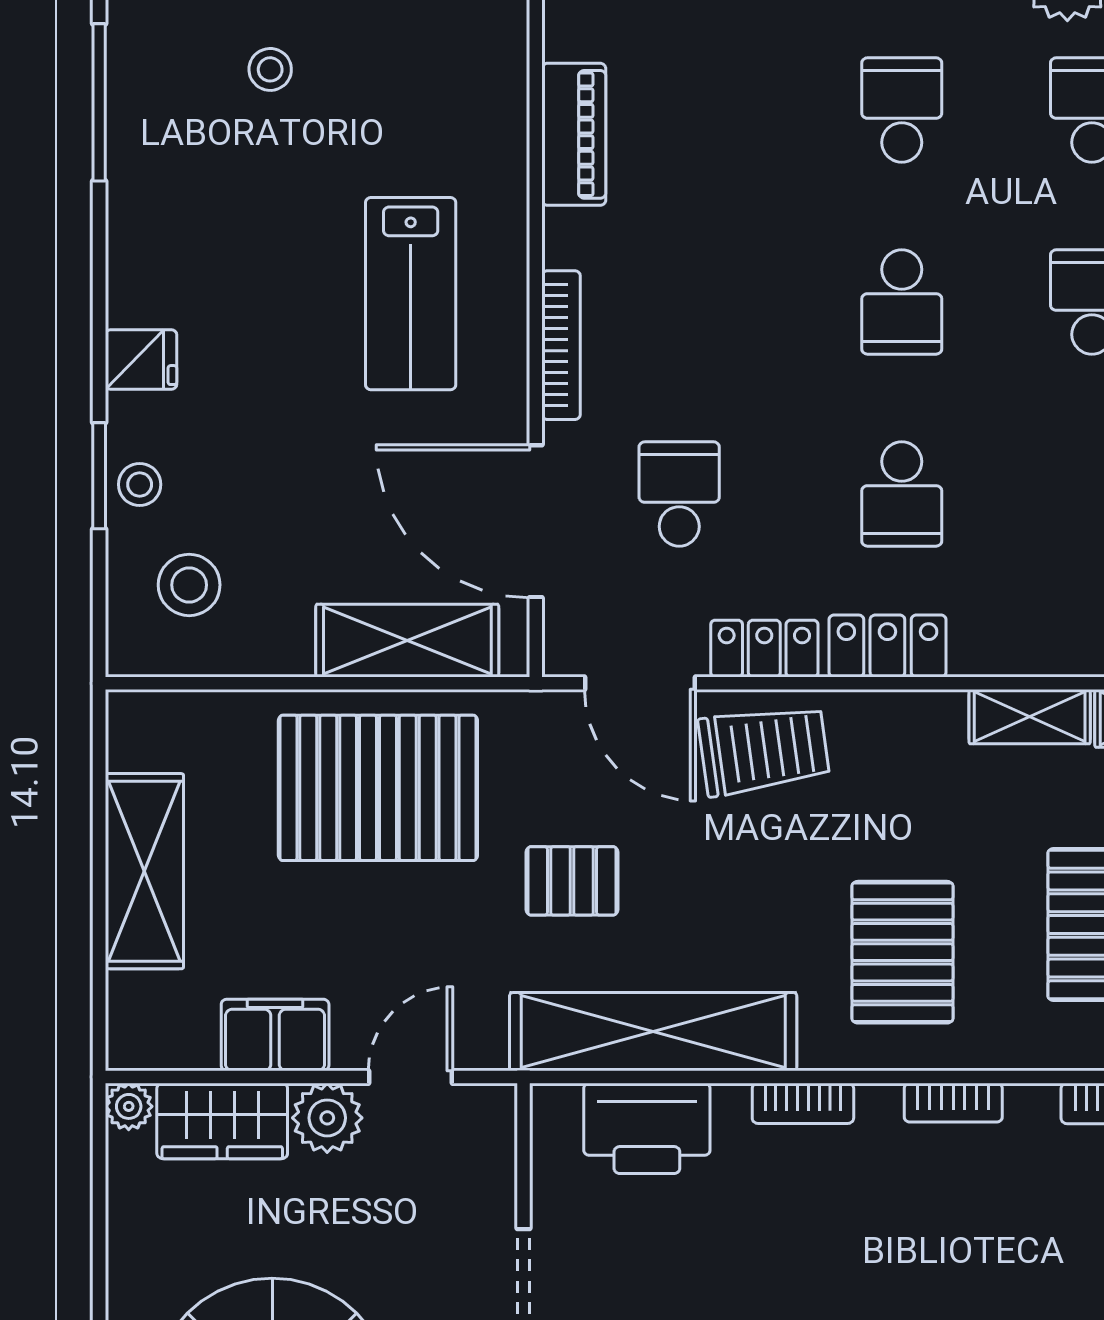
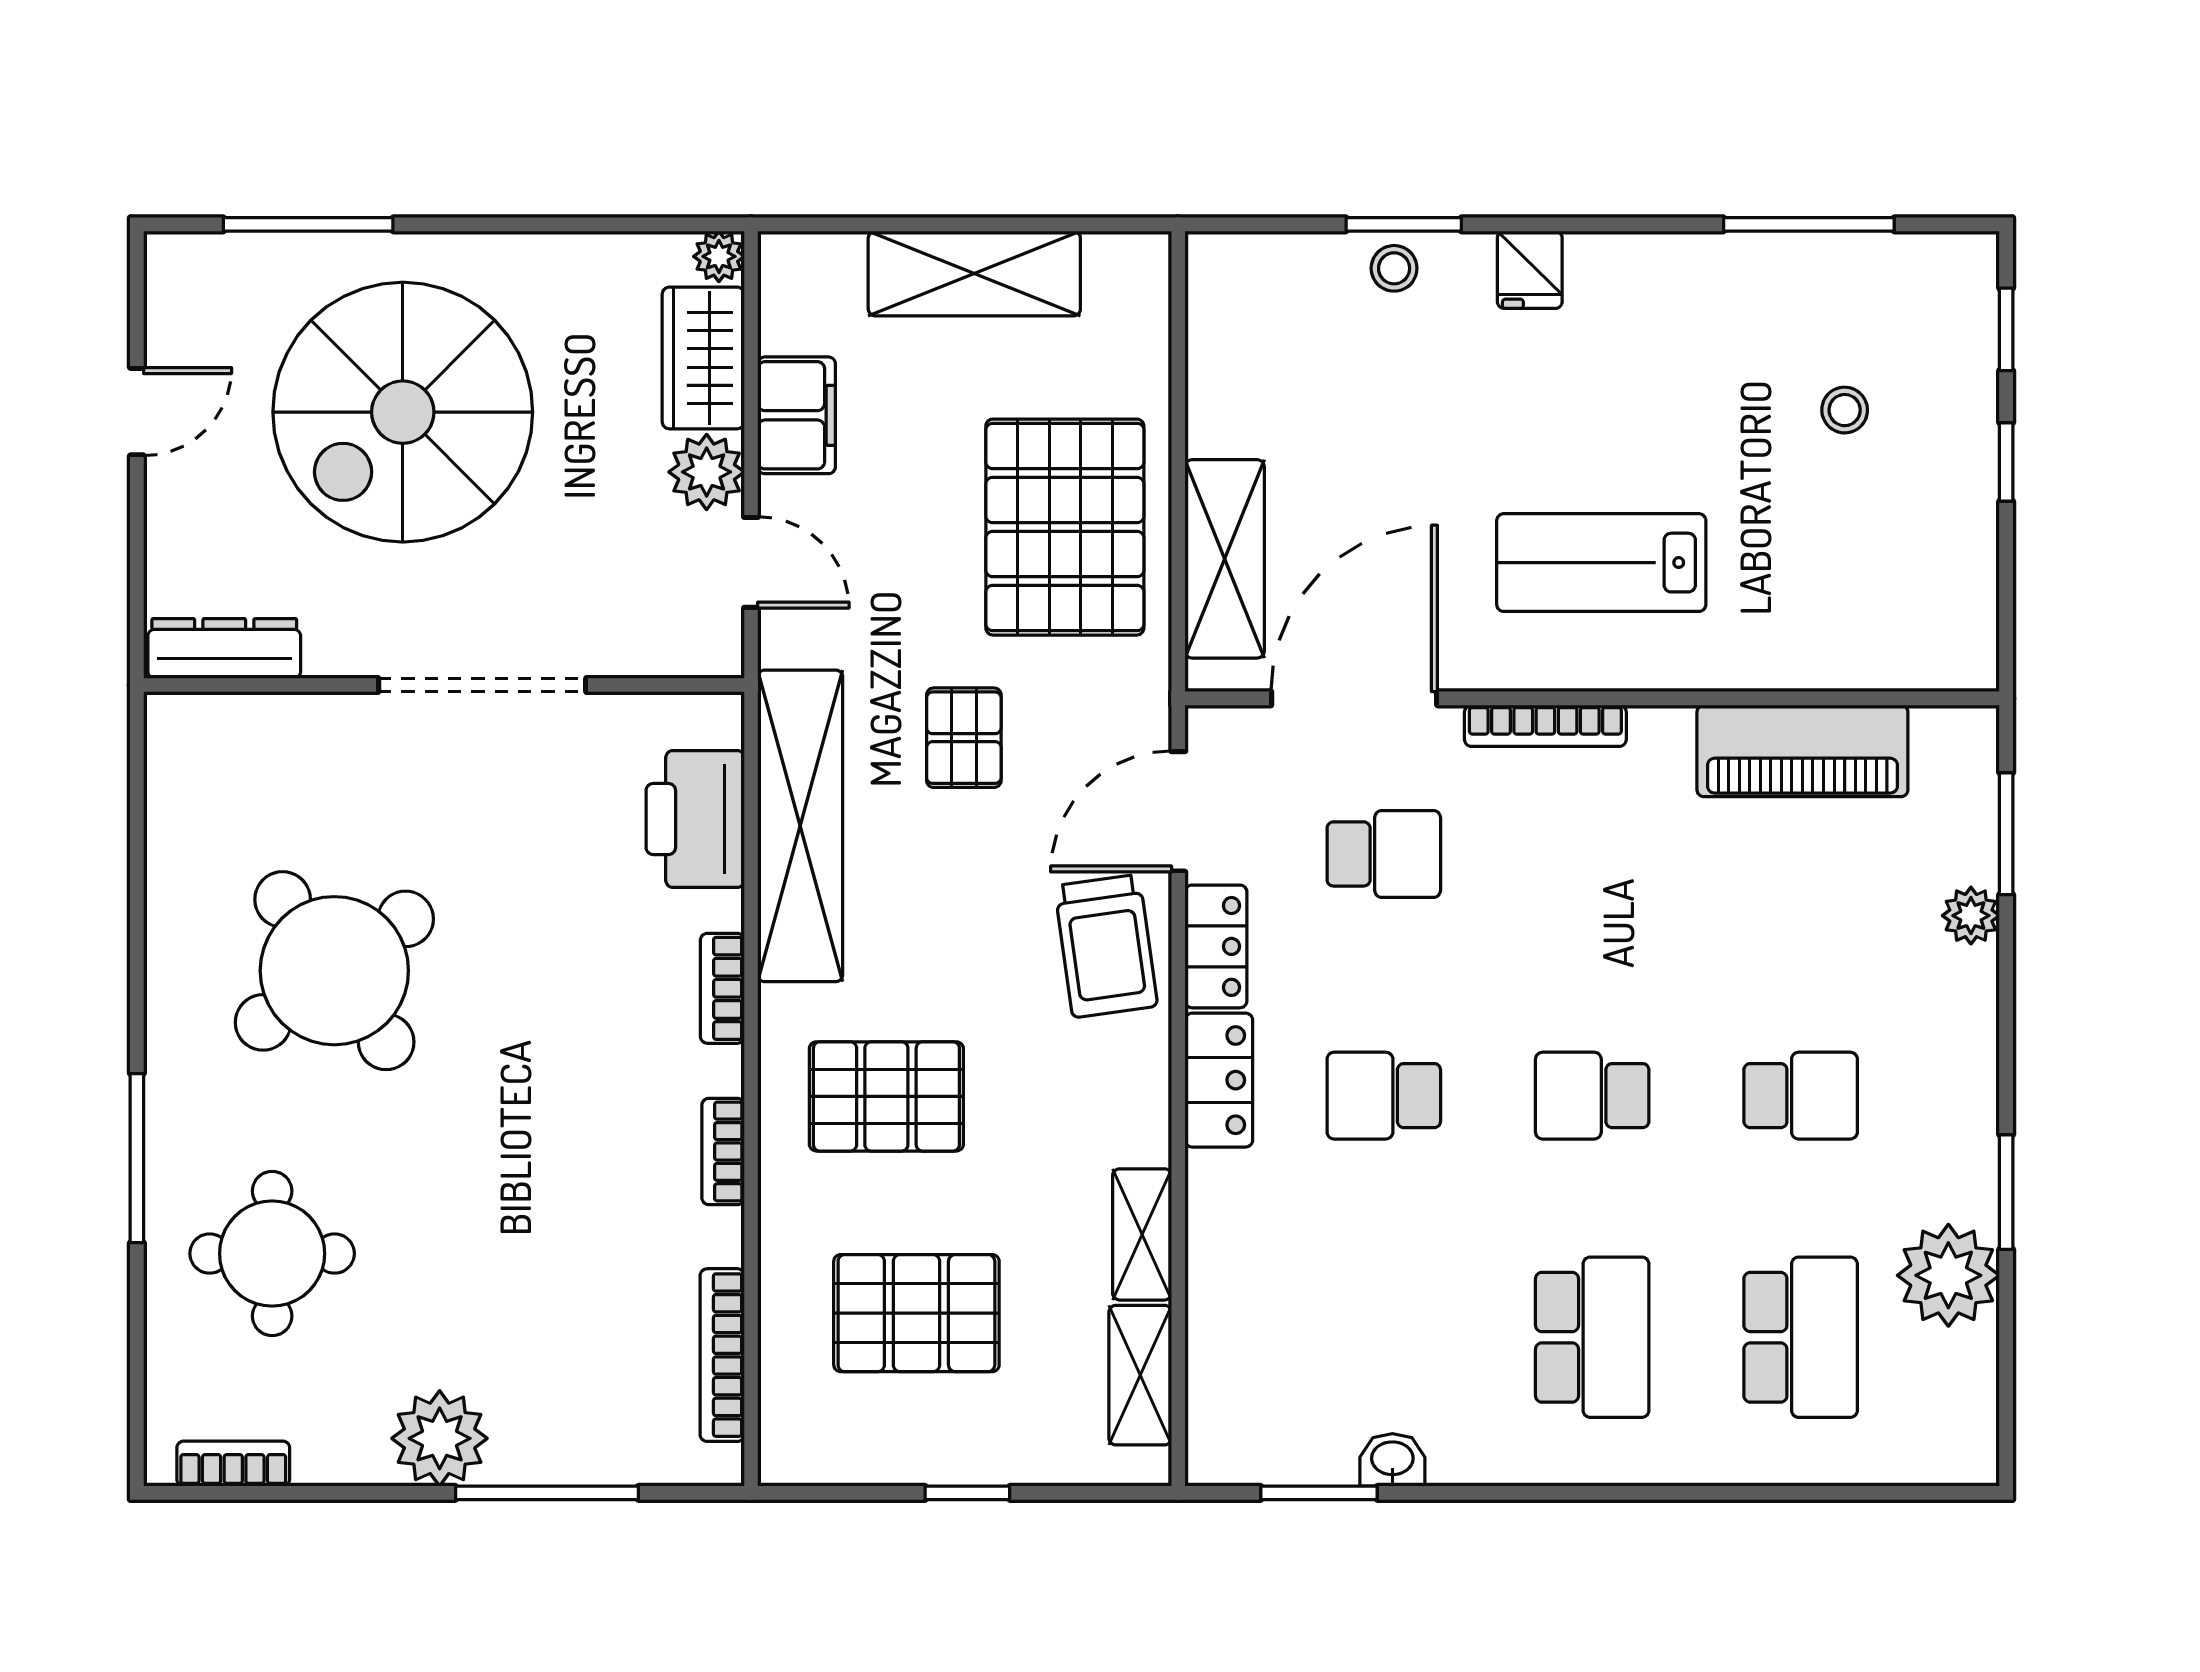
piano: (574, 134) -> (1802, 751), width x1.37, depth x1.33
stool: (189, 585) -> (1285, 322), removed

